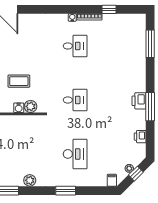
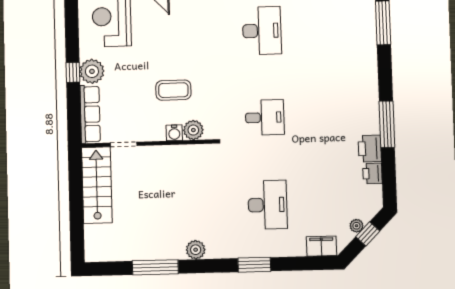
desk: (75, 46) -> (262, 31), width x1.37
printer: (139, 101) -> (370, 149), moved
filing cabinet: (112, 180) -> (321, 246), width x2.00

